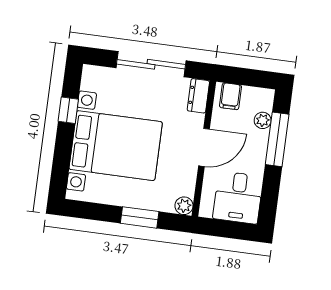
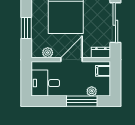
door: (204, 147) -> (72, 60), swing flipped
plant: (184, 206) -> (48, 53), moved

